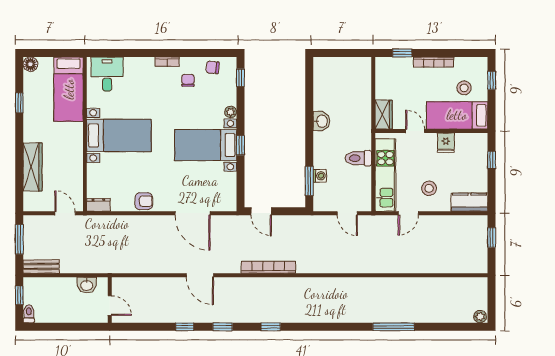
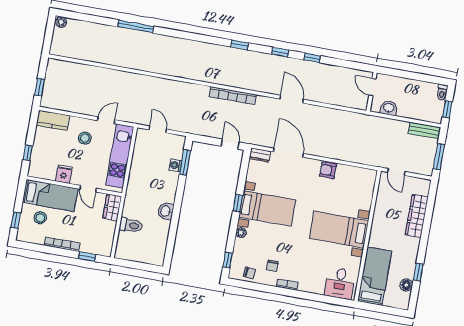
floor lamp: (30, 64) -> (406, 285), moved
toilet: (358, 158) -> (131, 225), moved
dresser: (98, 205) -> (260, 155), moved

